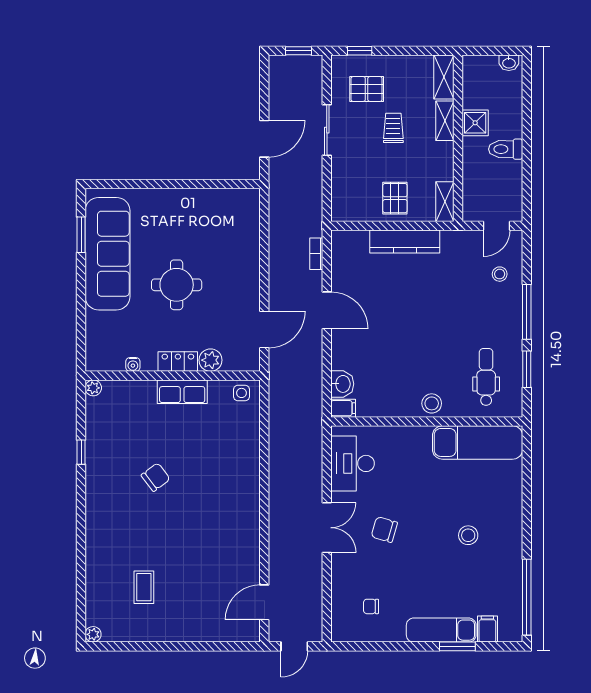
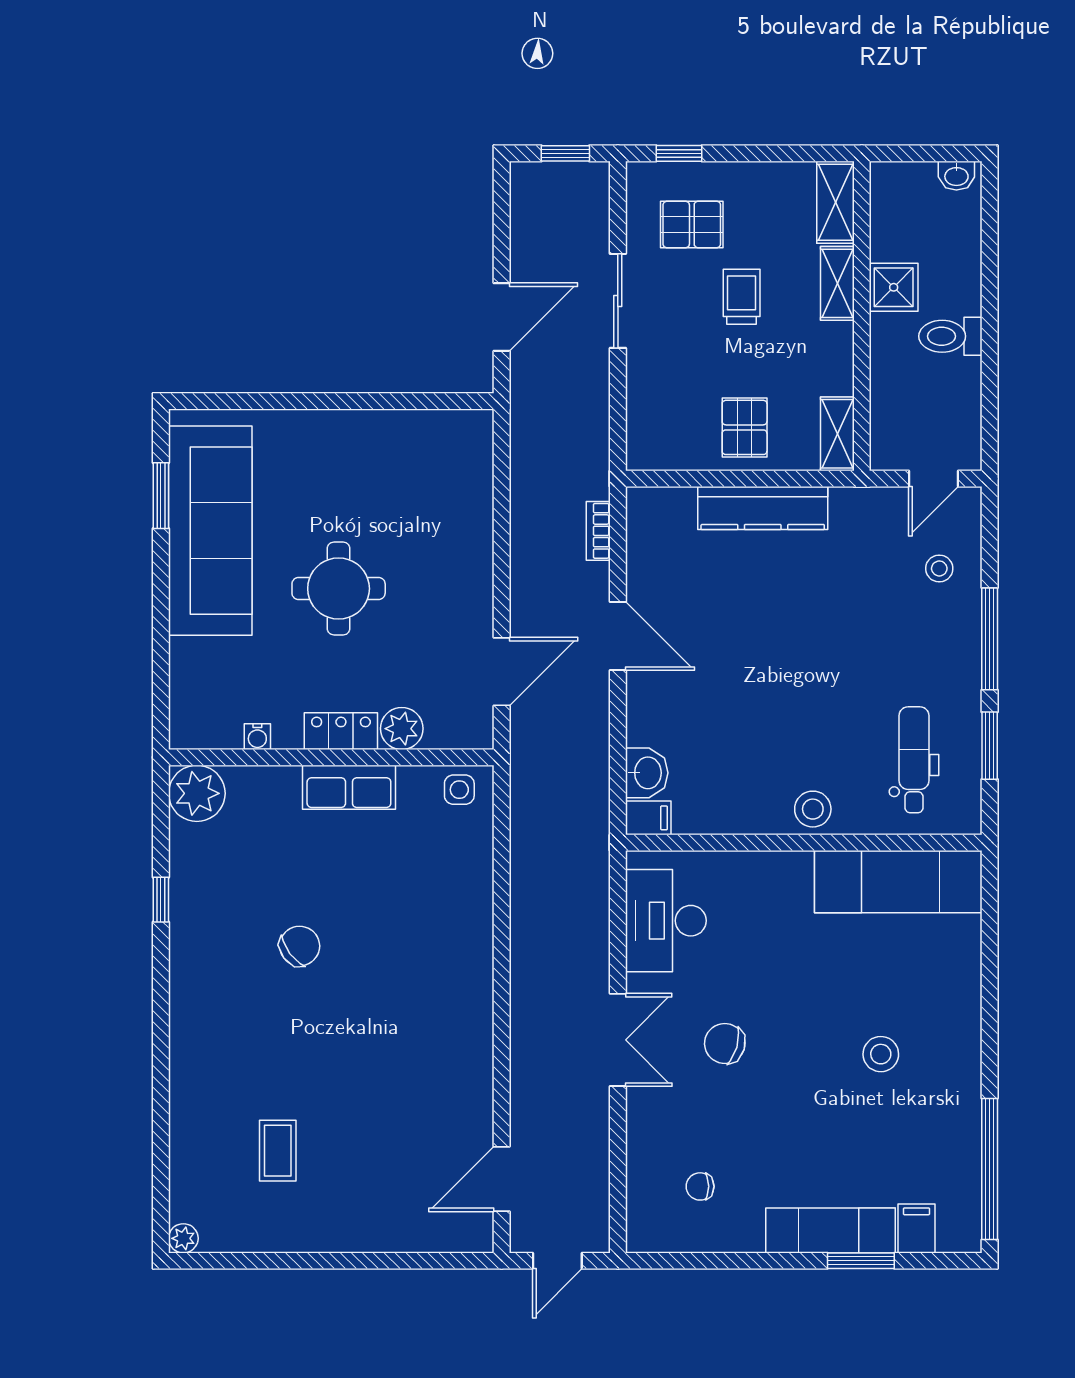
plant: (93, 388) -> (197, 793), width x1.87, depth x1.87

